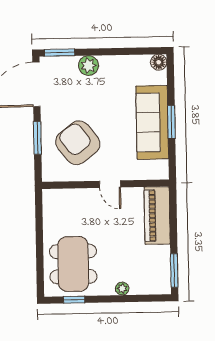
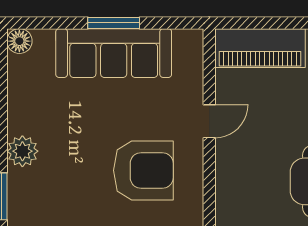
armchair: (78, 143) -> (143, 170), turned -142

